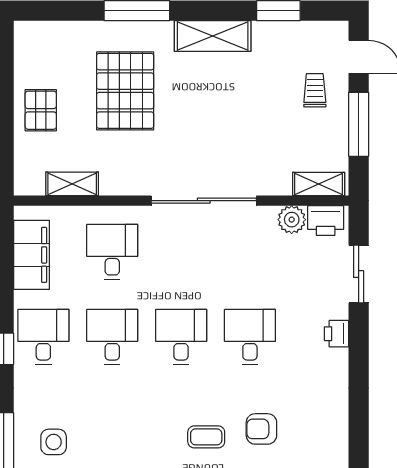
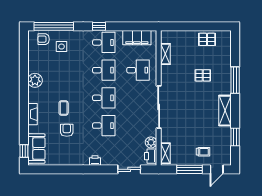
pallet: (125, 91) -> (203, 75), width x0.49, depth x0.50
pallet: (41, 110) -> (207, 39), moved
printer: (336, 334) -> (95, 160), moved

